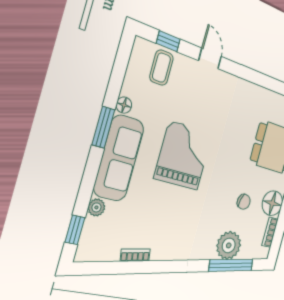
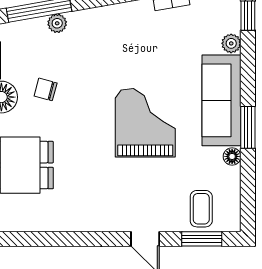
window: (168, 41) -> (202, 239), width x1.50
grand piano: (183, 156) -> (145, 123), turned 180
plant: (229, 245) -> (57, 23), width x0.53, depth x0.53

